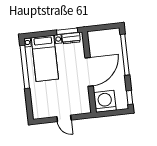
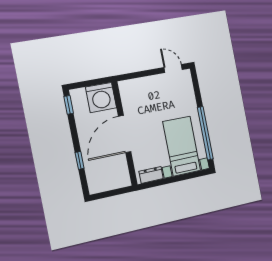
window: (67, 31) -> (157, 183), removed
window: (125, 55) -> (80, 160), width x0.32
door: (64, 118) -> (173, 69), moved

